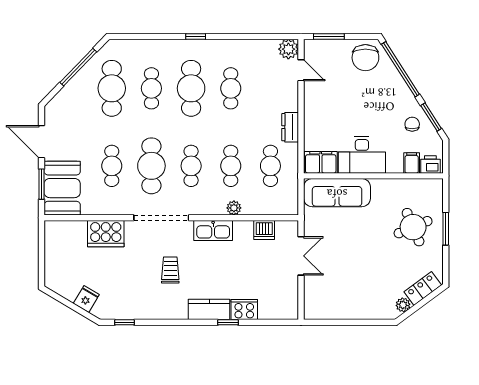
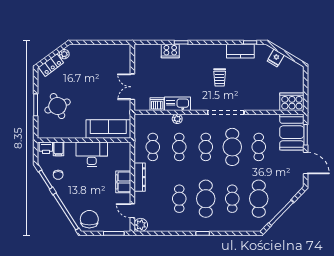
dresser: (290, 127) -> (140, 177), width x1.44
filing cabinet: (321, 162) -> (123, 182), moved, turned 90
kitchen sink: (213, 230) -> (178, 104), moved
cooker: (106, 234) -> (292, 102), moved
kitchen counter: (209, 309) -> (240, 51), moved

